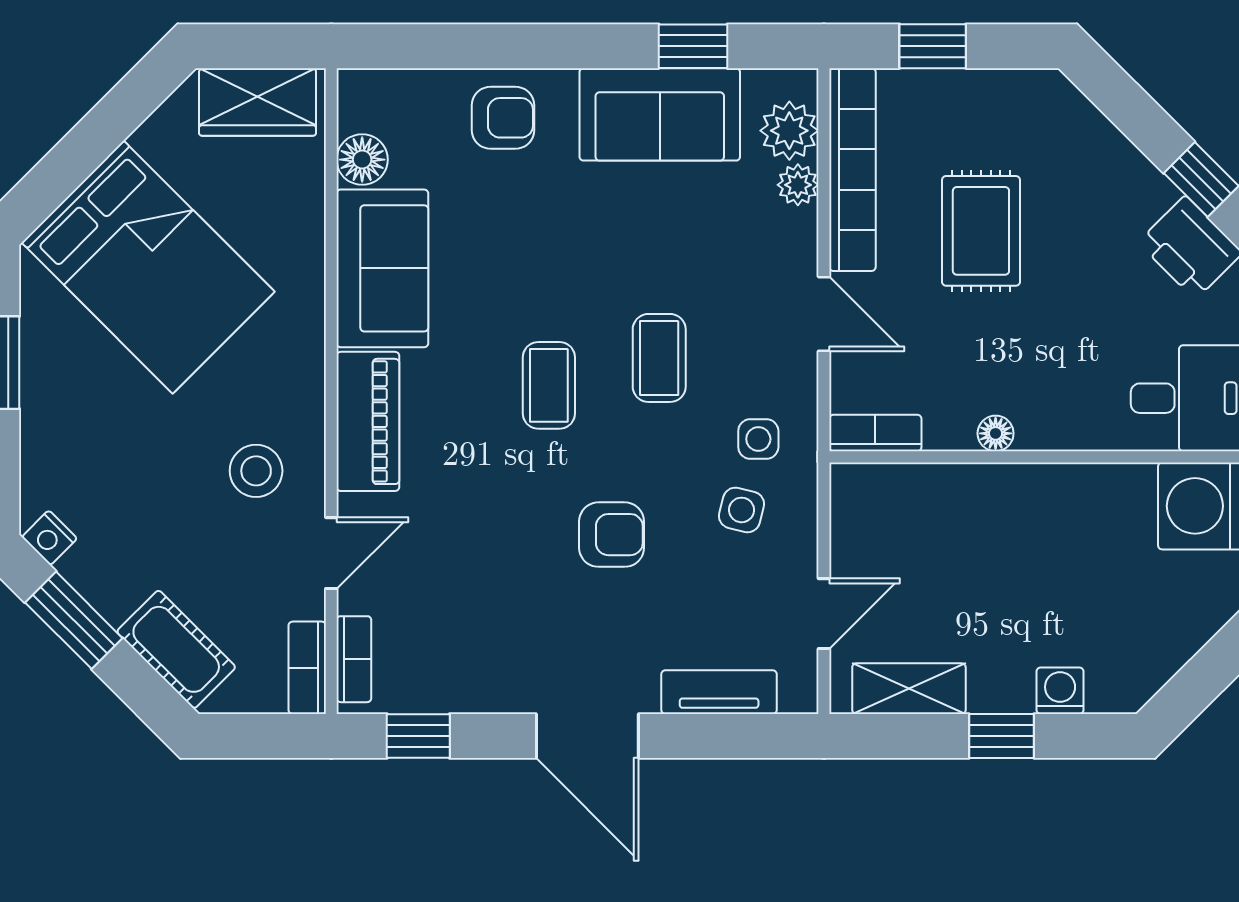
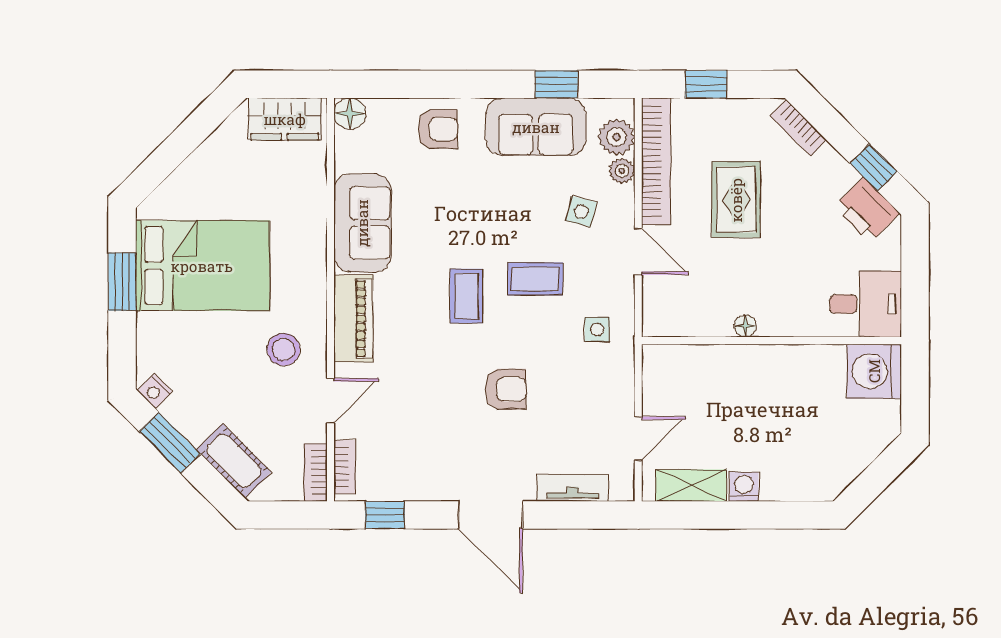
floor lamp: (362, 160) -> (350, 114), moved
bed: (148, 267) -> (202, 266), moved, turned -45
coffee table: (659, 358) -> (535, 279), turned 90
bookcase: (875, 433) -> (798, 128), moved, turned -135
side table: (742, 510) -> (581, 211), moved
washing machine: (1060, 691) -> (744, 487), moved
window: (1002, 736) -> (749, 515), removed

